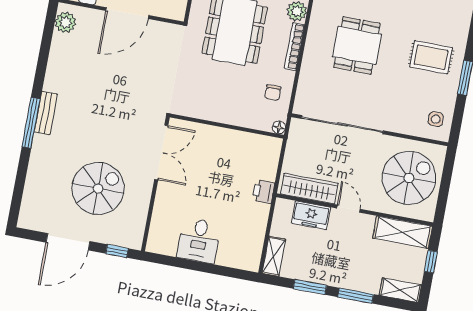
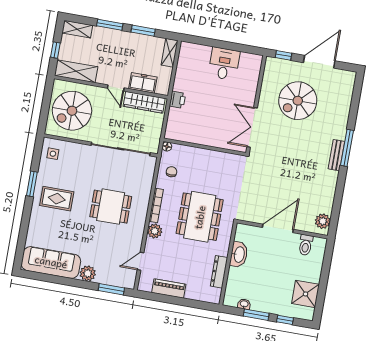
dining table: (357, 45) -> (111, 207), turned 90

